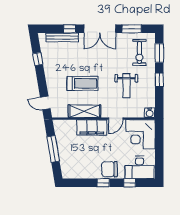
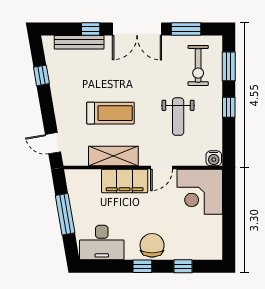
desk: (139, 167) -> (102, 243), moved
chair: (110, 169) -> (152, 245), turned 90

